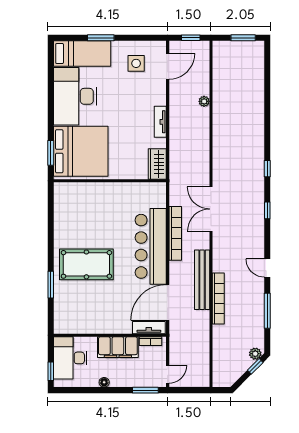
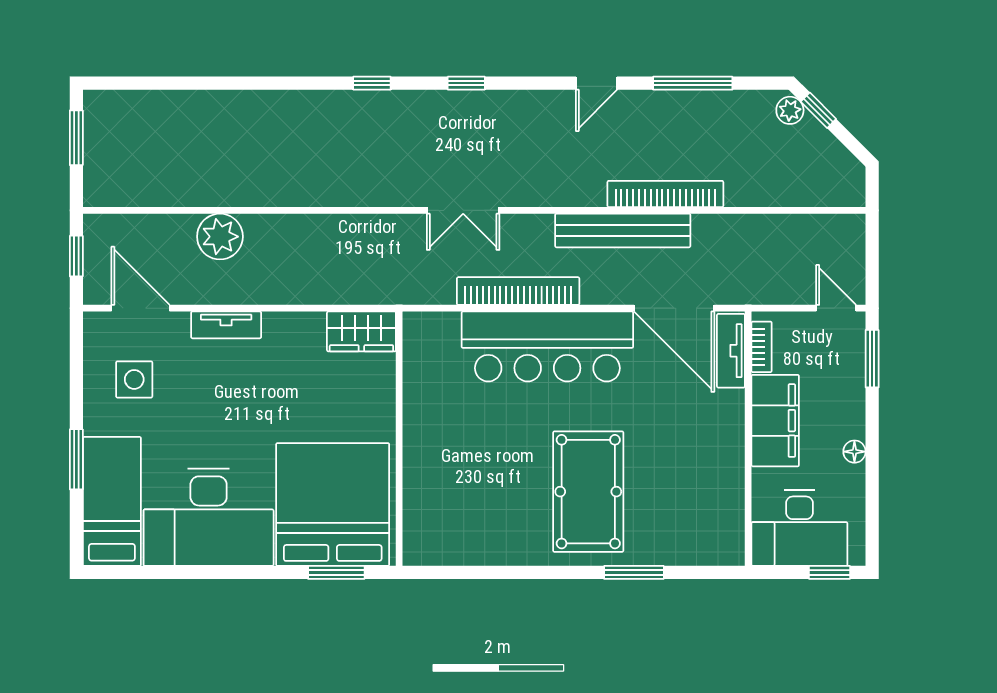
plant: (204, 101) -> (220, 237), width x1.87, depth x1.87
tv unit: (160, 122) -> (226, 325), moved
double door: (211, 209) -> (463, 210), width x0.73

